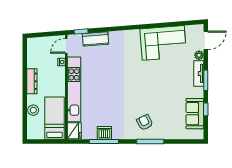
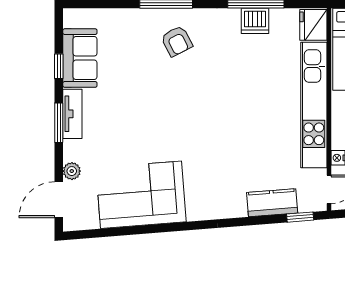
tv unit: (199, 73) -> (72, 114), moved

